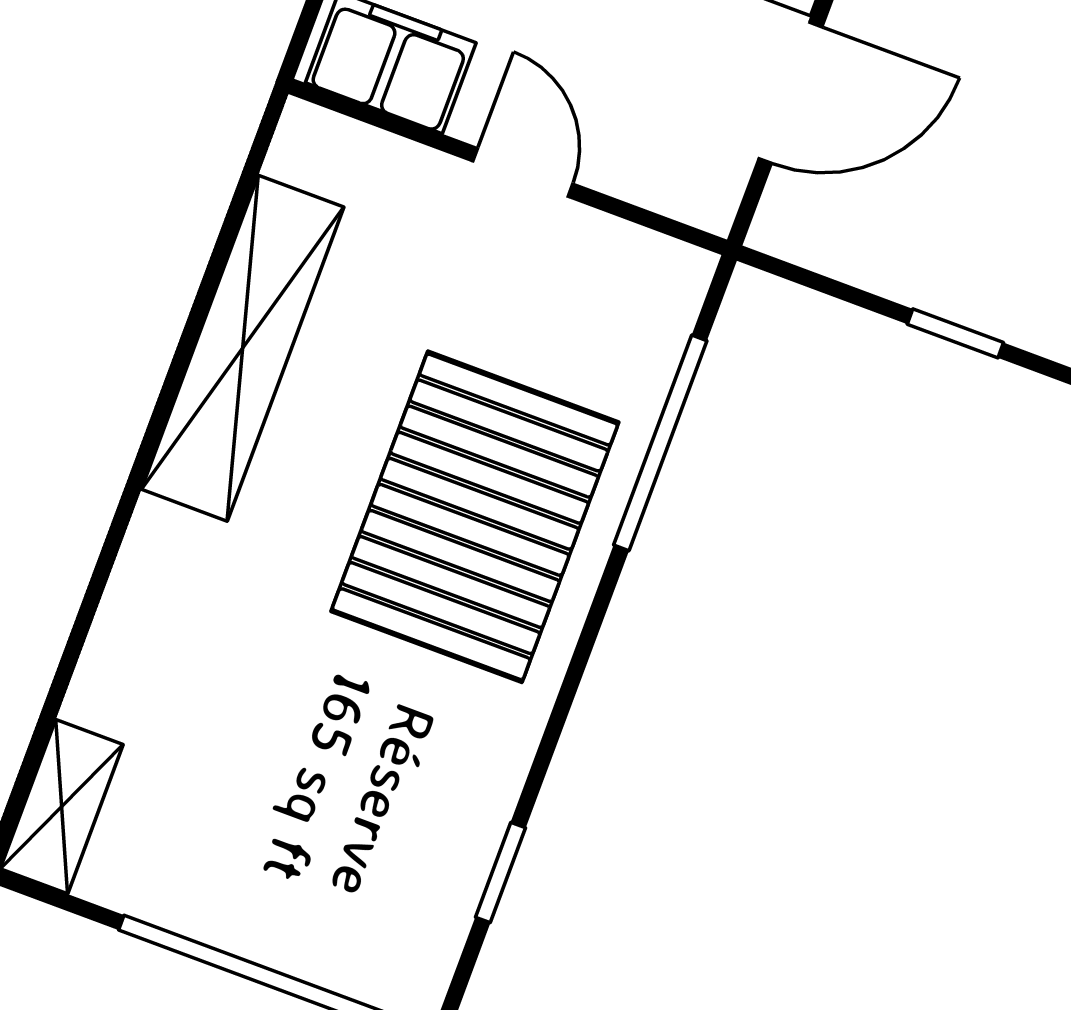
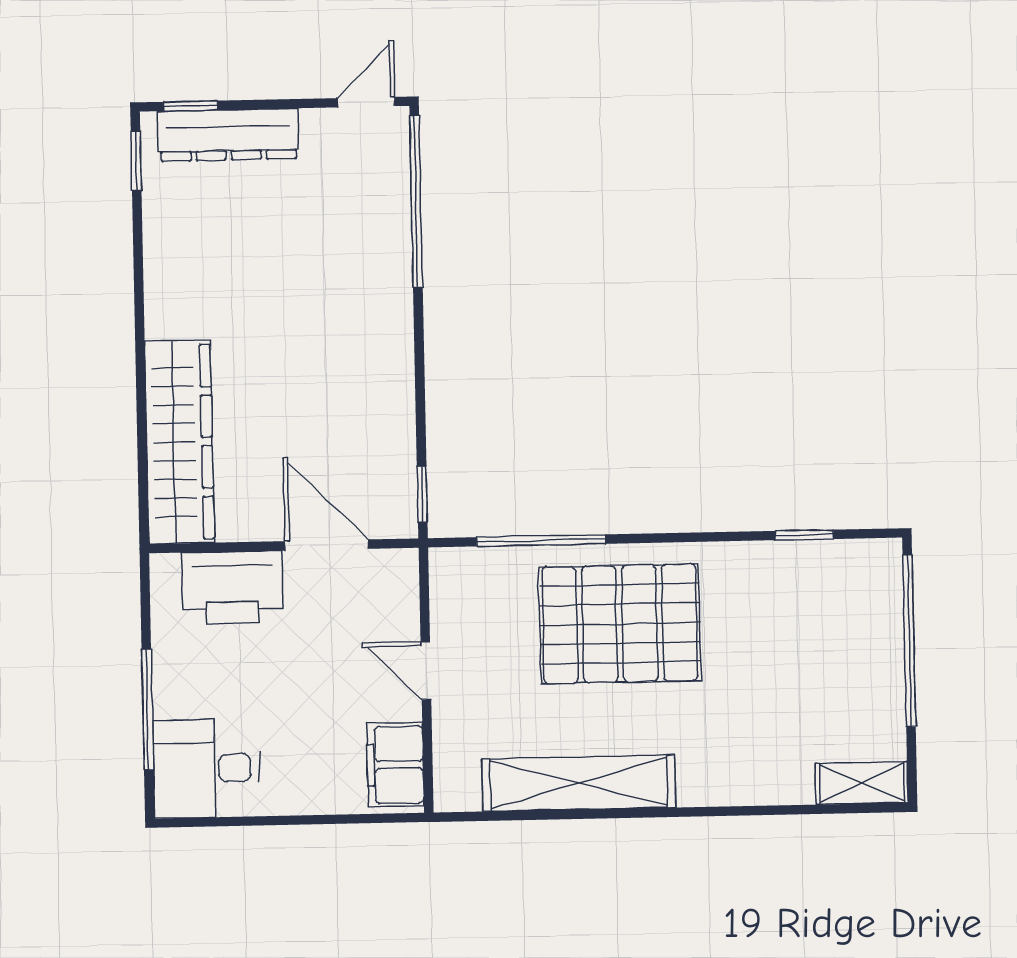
door: (523, 173) -> (426, 671), hinge flipped
window: (955, 333) -> (422, 494), moved

